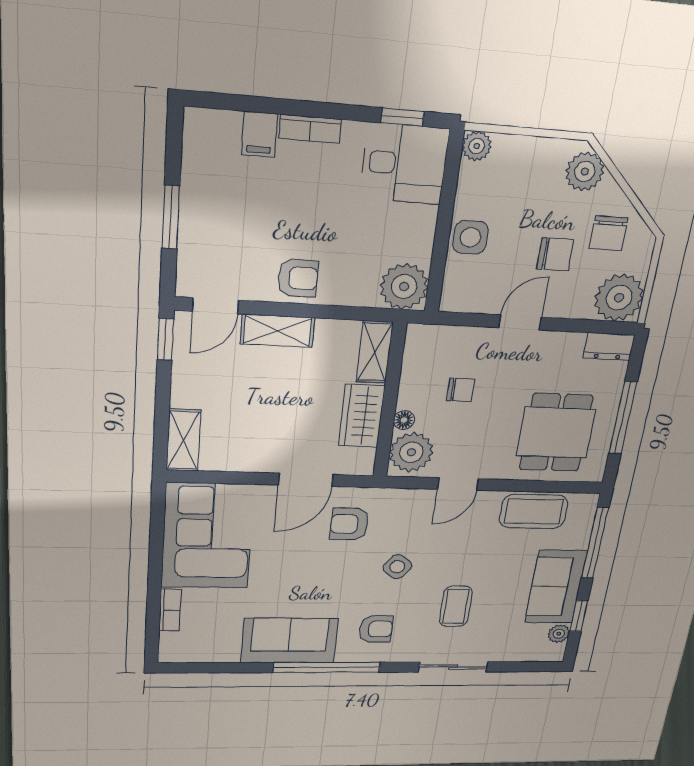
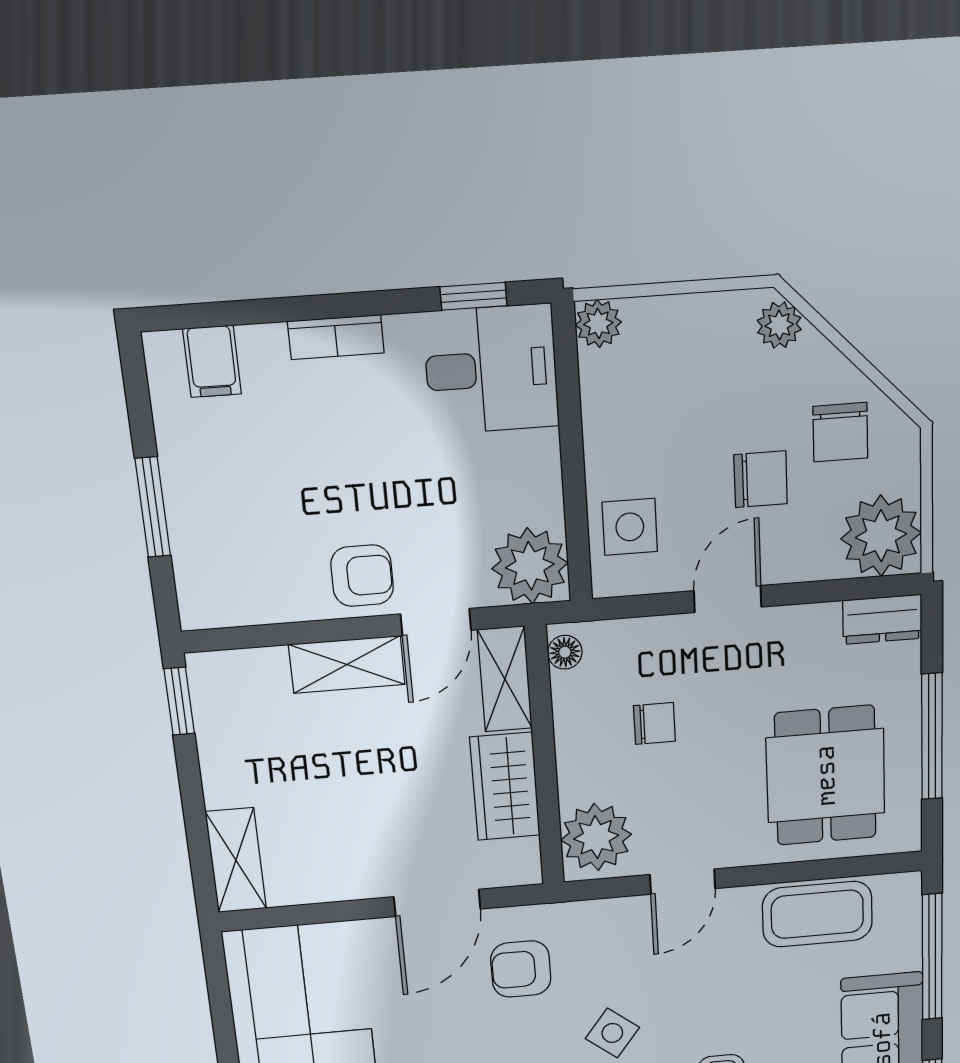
filing cabinet: (260, 134) -> (212, 361), moved
plant: (585, 172) -> (779, 325), width x0.73, depth x0.73
side table: (470, 237) -> (630, 527), moved
door: (216, 306) -> (436, 622), moved
floor lamp: (404, 420) -> (565, 652), moved

